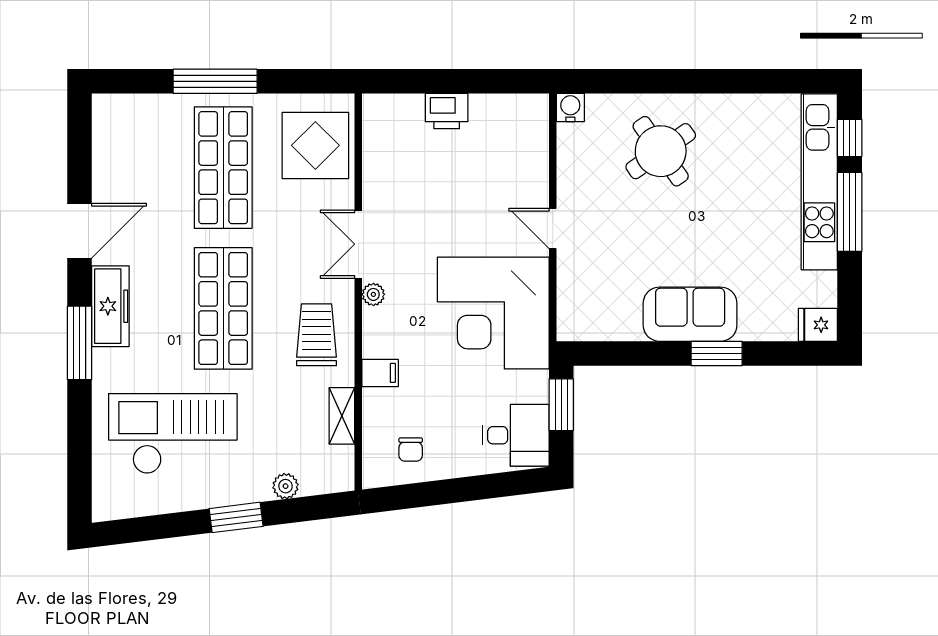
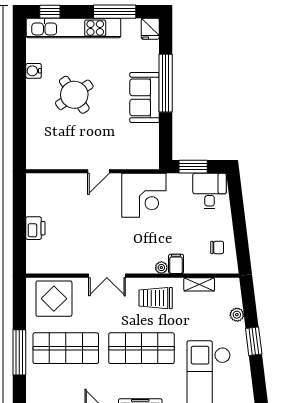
water cooler: (570, 107) -> (34, 71), moved
round table: (661, 151) -> (74, 95), moved
window: (850, 212) -> (115, 12), moved
plant: (373, 294) -> (161, 268), moved
corner desk: (493, 313) -> (144, 195), width x0.74, depth x0.74
window: (717, 353) -> (166, 83), width x2.11

